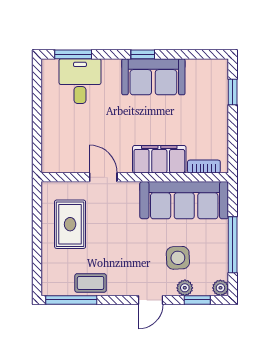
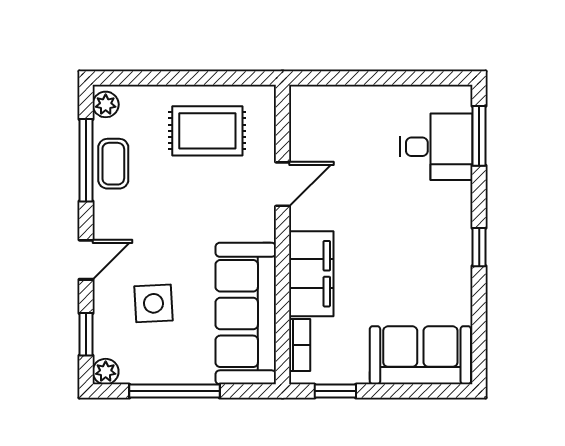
sofa: (153, 77) -> (420, 355), moved, turned 90
window: (233, 92) -> (335, 391), moved
plant: (185, 288) -> (106, 104), moved
window: (71, 300) -> (86, 160), moved
door: (151, 300) -> (86, 260), swing flipped

